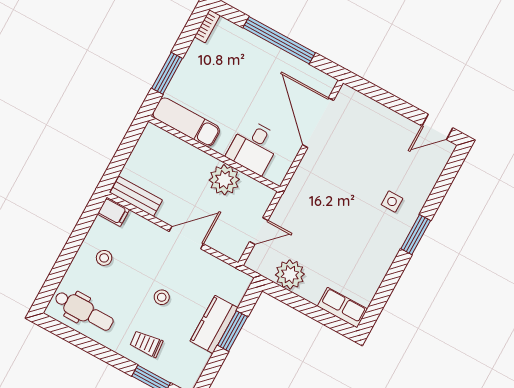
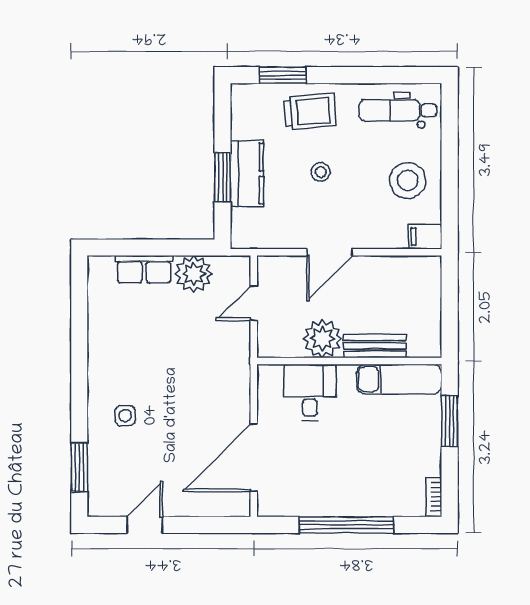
door: (318, 123) -> (254, 458), swing flipped
door: (437, 127) -> (145, 525), moved
bench: (136, 196) -> (375, 346), moved
window: (416, 235) -> (79, 467), moved
stool: (104, 258) -> (408, 180), width x1.89, depth x1.89
row of seats: (342, 308) -> (144, 269), moved
trolley: (146, 344) -> (310, 112), width x1.36, depth x1.39

